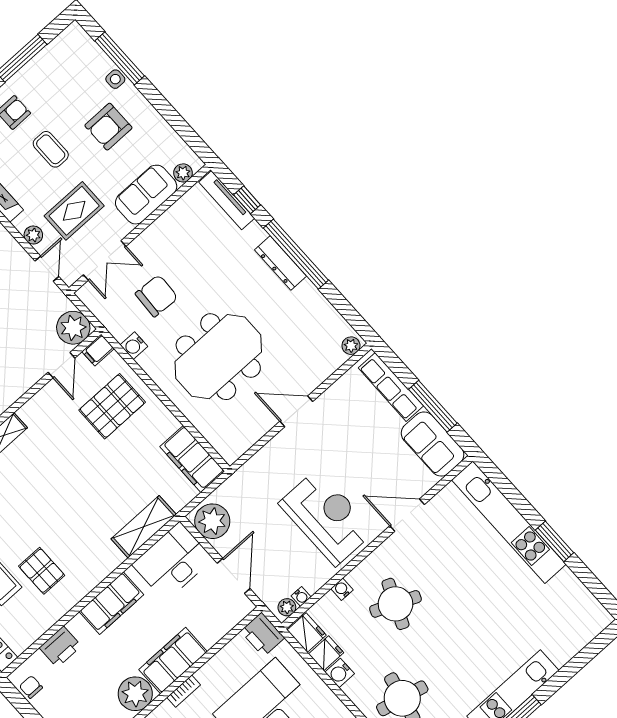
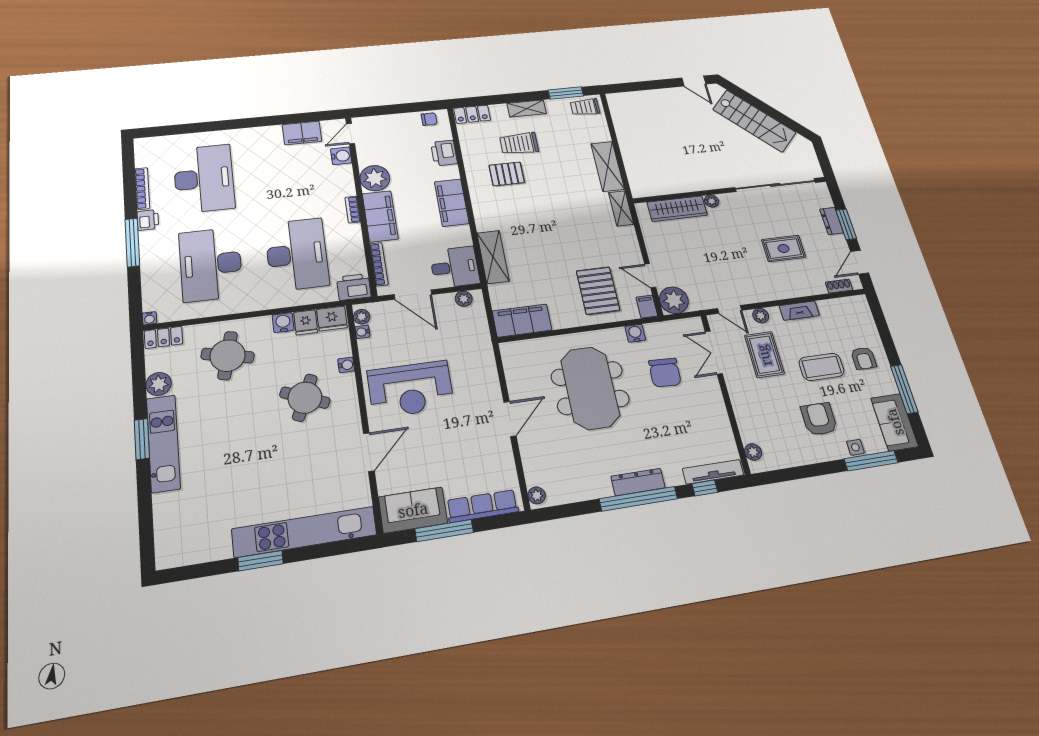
coffee table: (51, 149) -> (822, 367), width x1.36, depth x1.30
sofa: (146, 195) -> (895, 422), moved, turned 180
plant: (212, 521) -> (464, 299), width x0.53, depth x0.53
desk: (173, 562) -> (455, 267), width x0.73
bookcase: (224, 628) -> (379, 264), added

